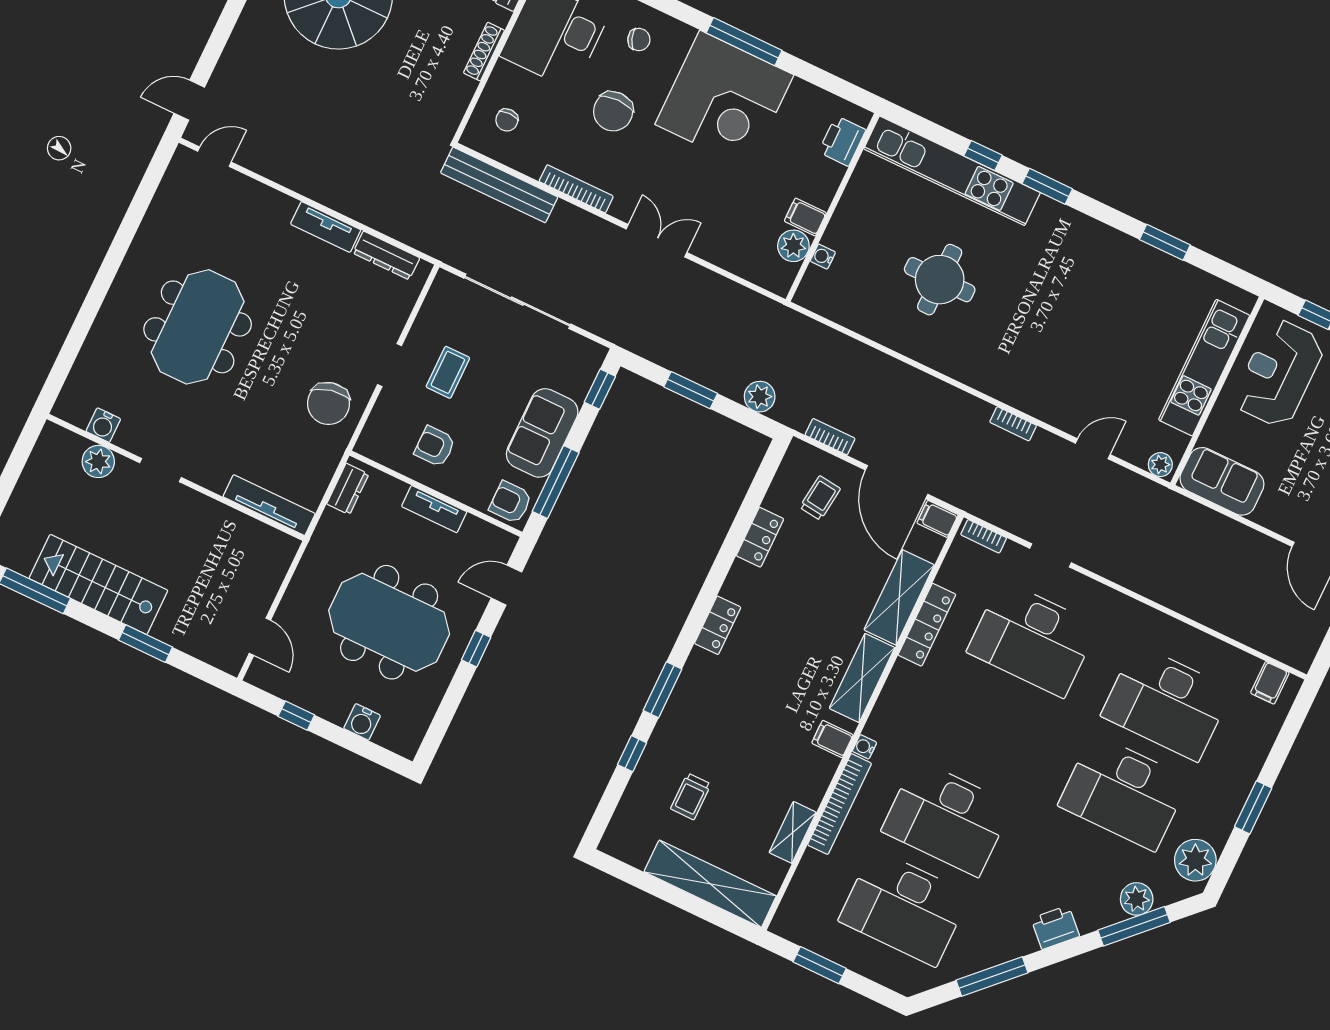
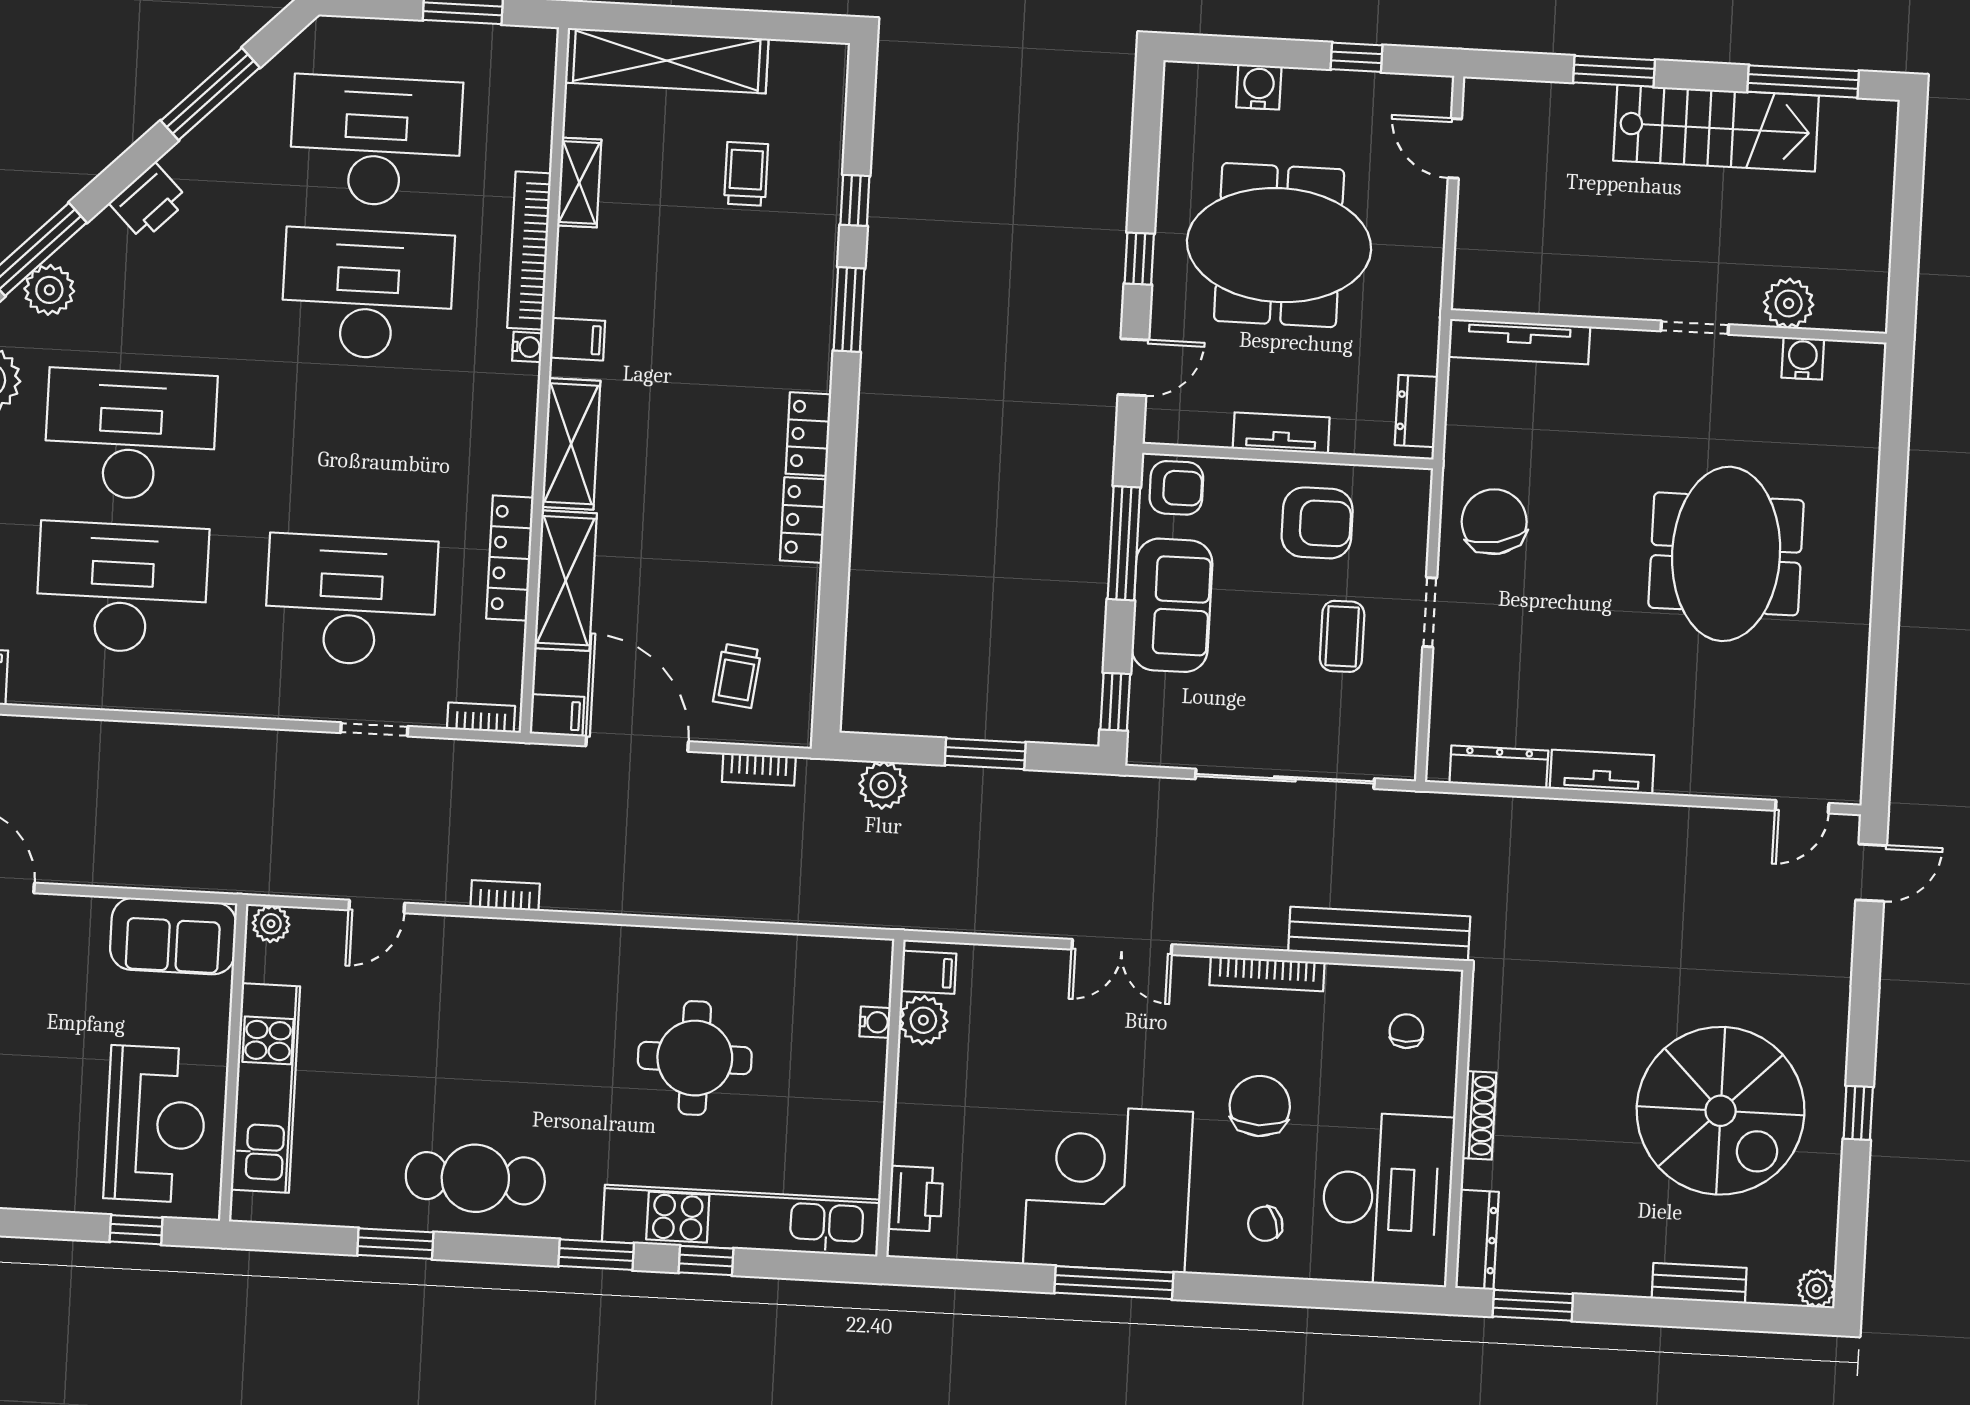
filing cabinet: (805, 217) -> (928, 972), moved
cafe table: (1101, 262) -> (475, 1178), added
armchair: (435, 446) -> (1317, 523), width x1.38, depth x1.38
locker: (760, 537) -> (803, 520), moved

